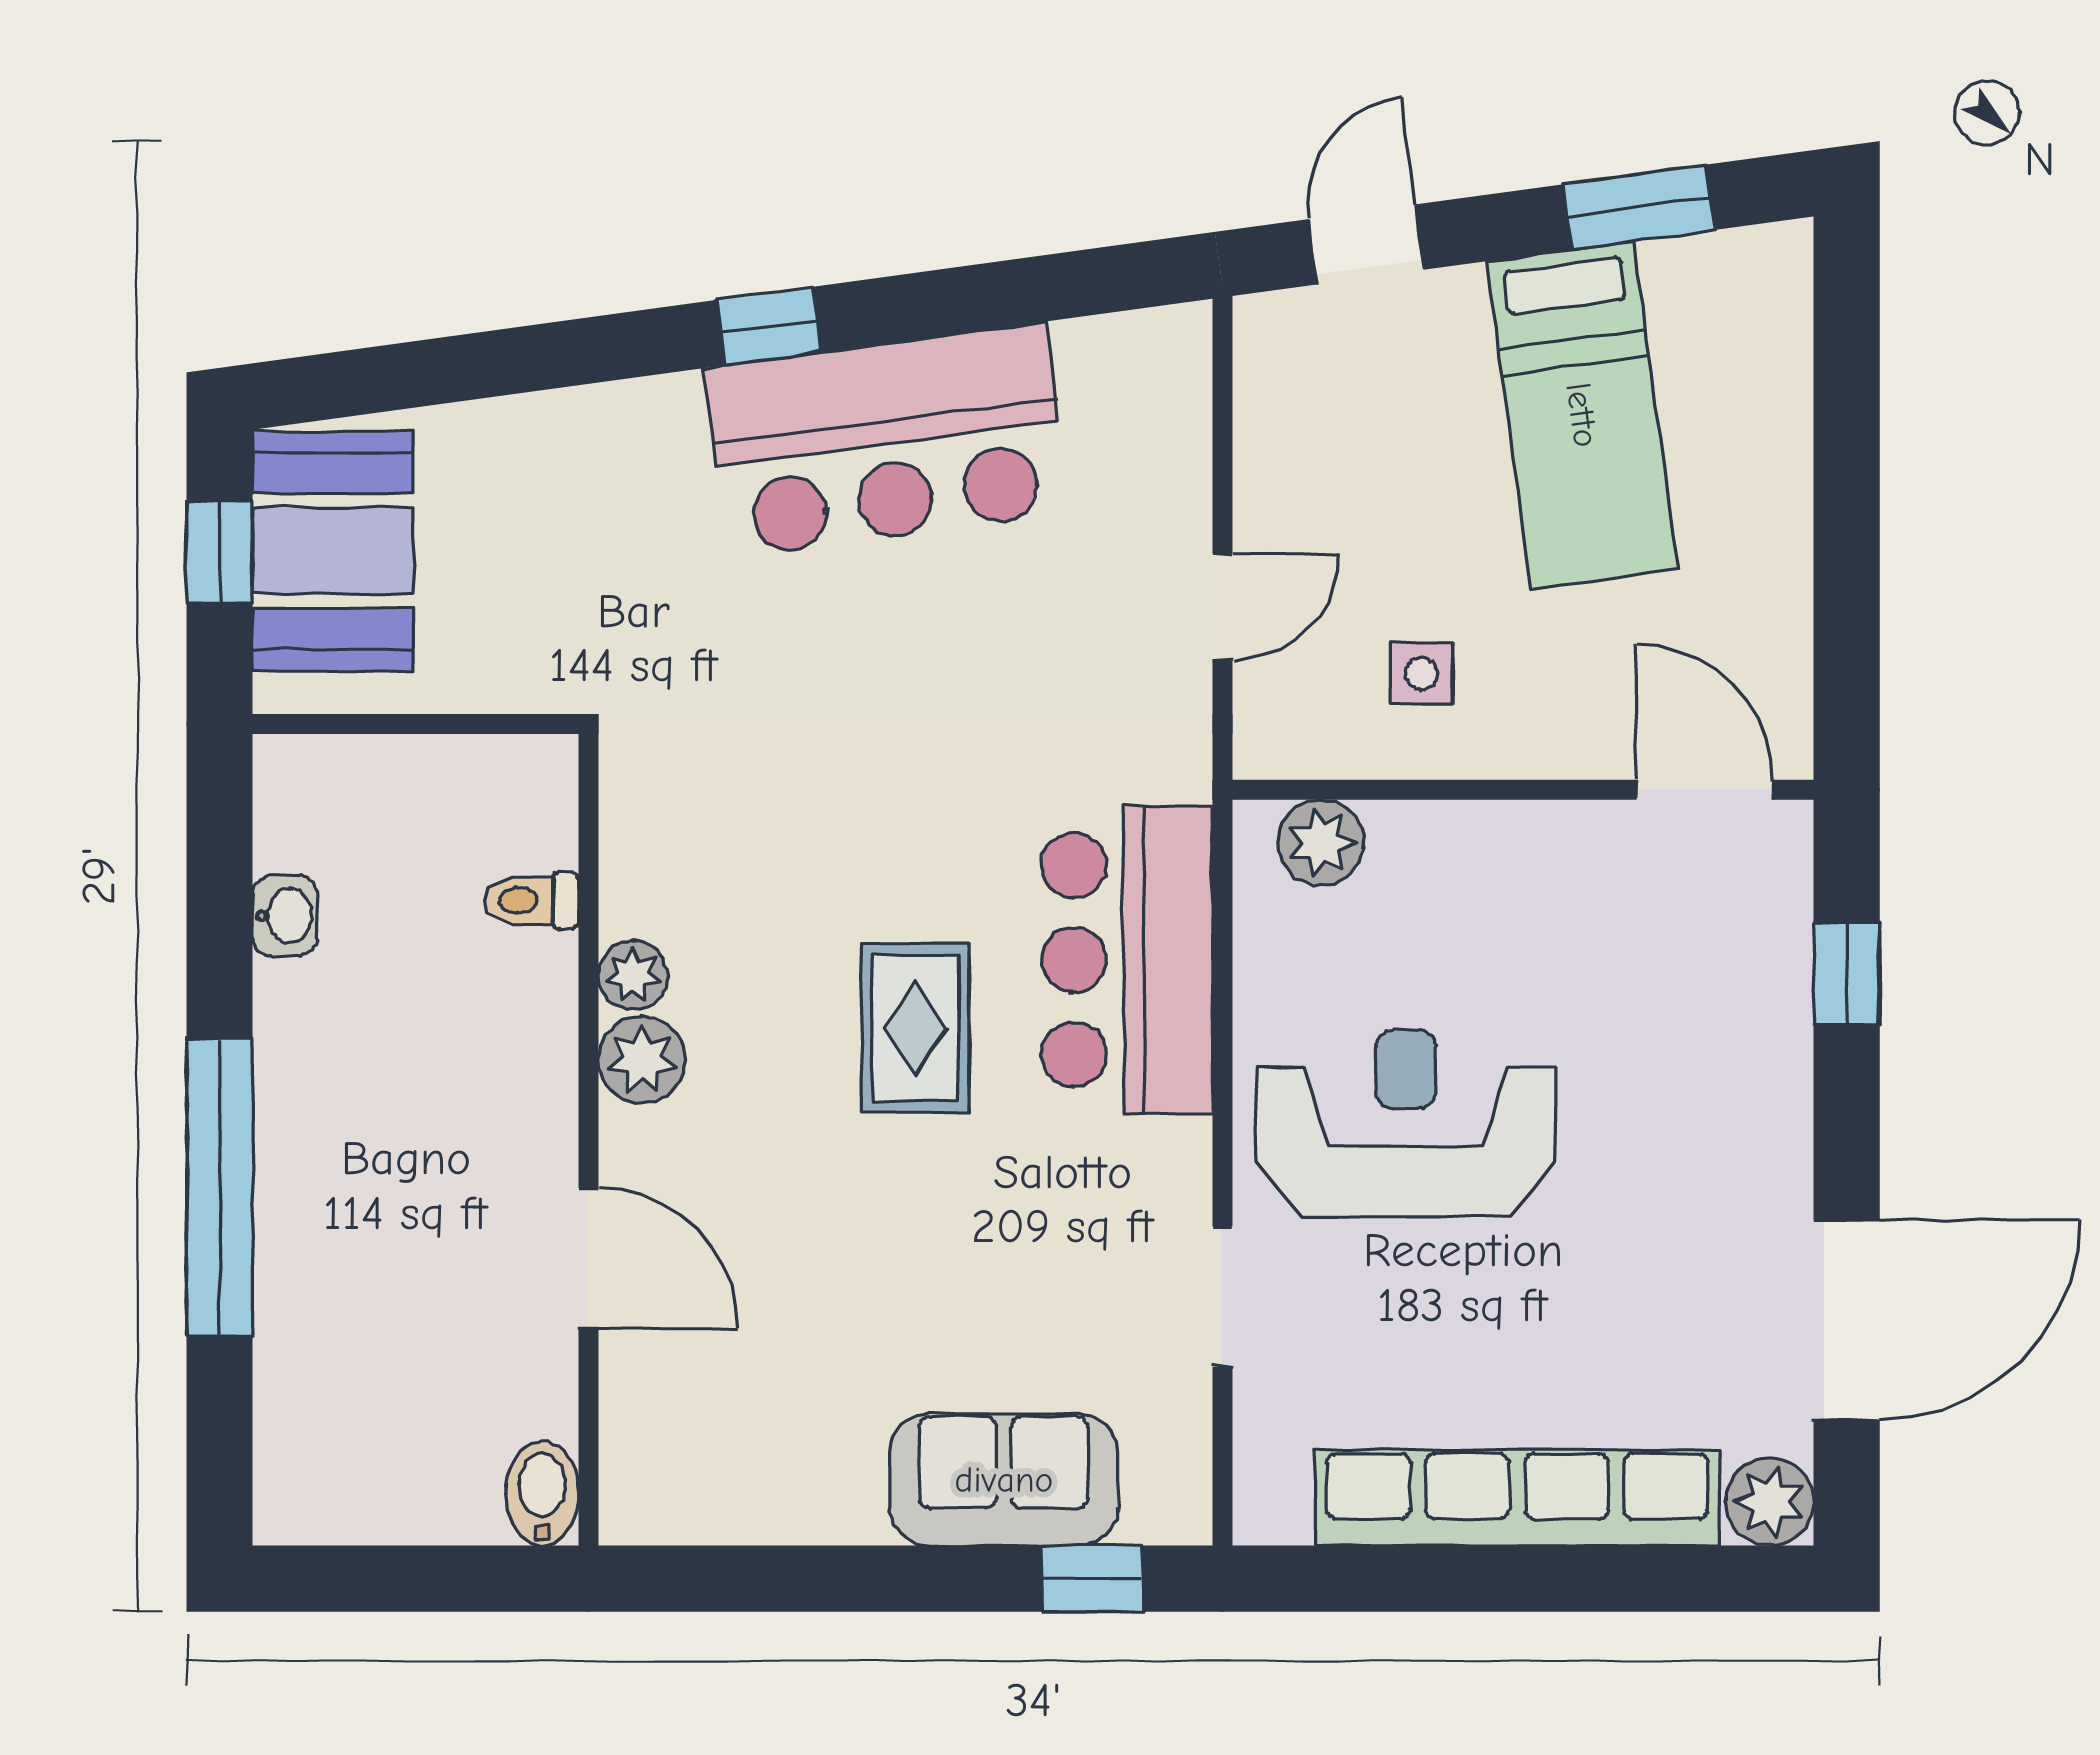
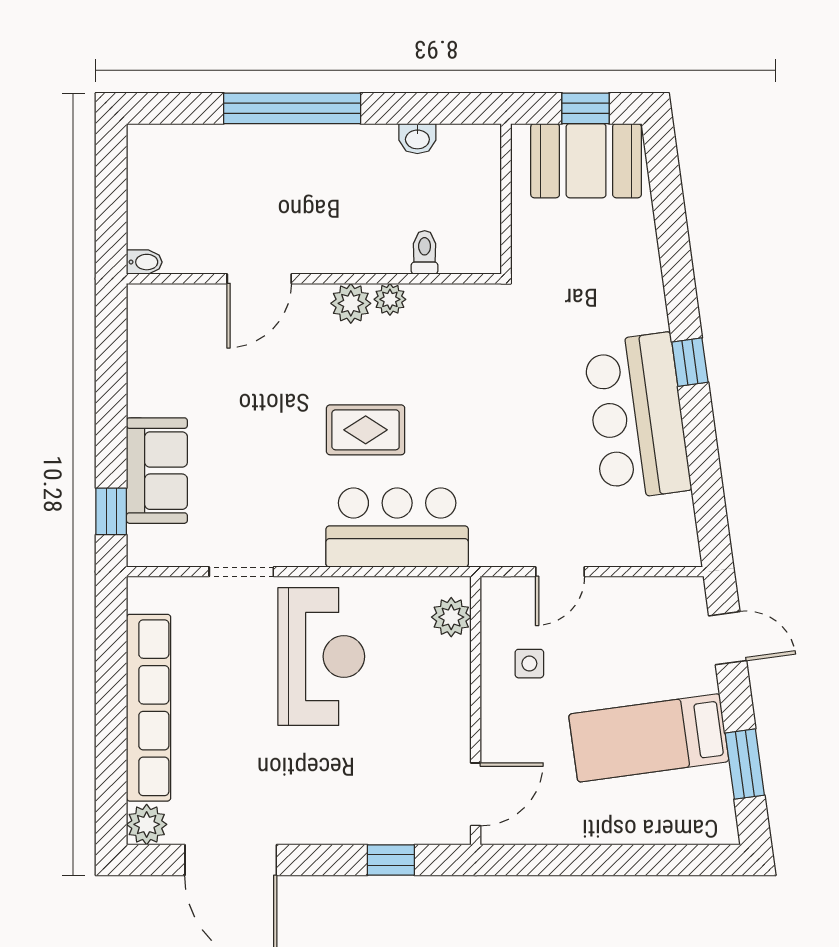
door: (1222, 607) -> (560, 572), hinge flipped
bidet: (542, 1493) -> (144, 262), width x0.72, depth x0.74

